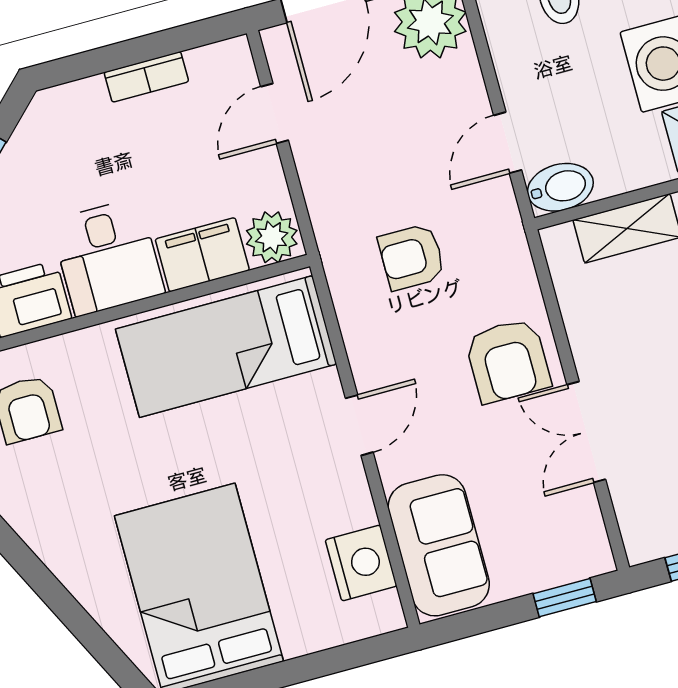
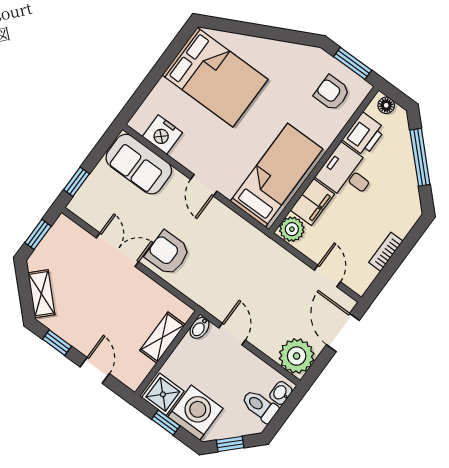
bidet: (560, 187) -> (199, 328), width x0.72, depth x0.74
armchair: (412, 257) -> (234, 263), removed

